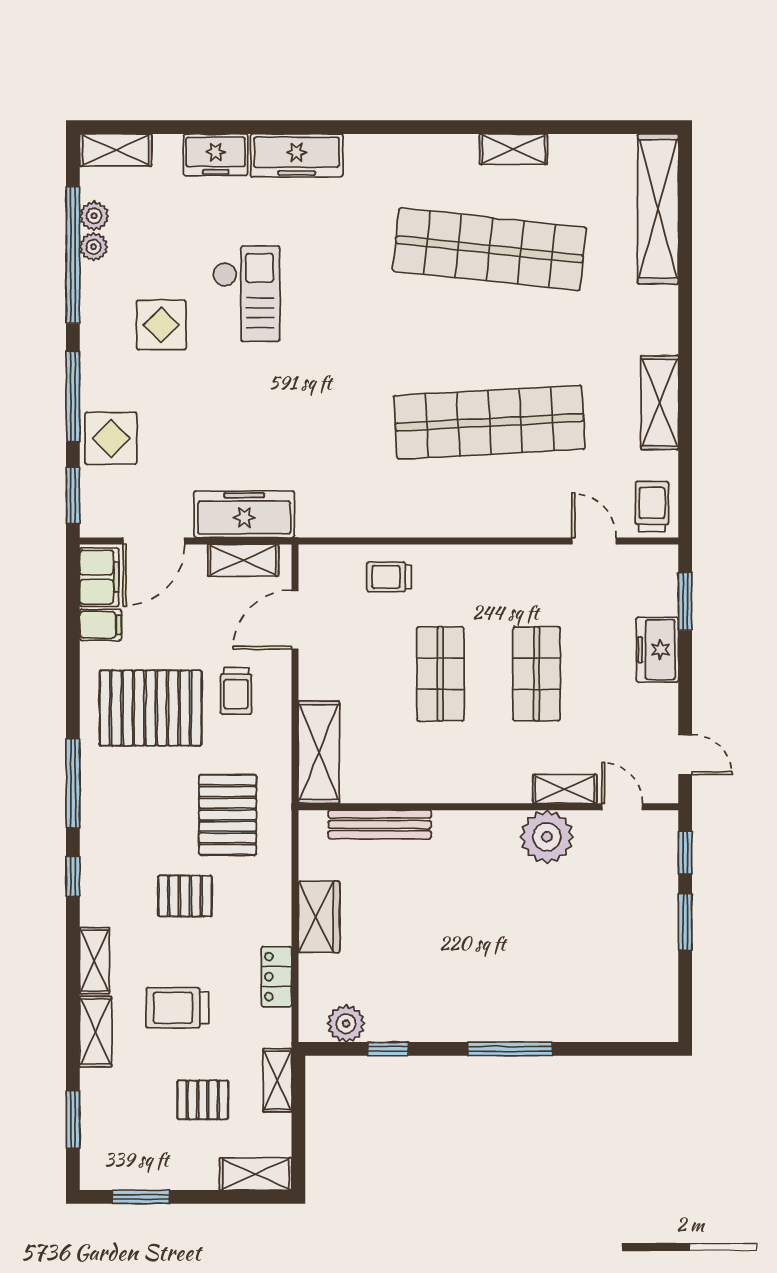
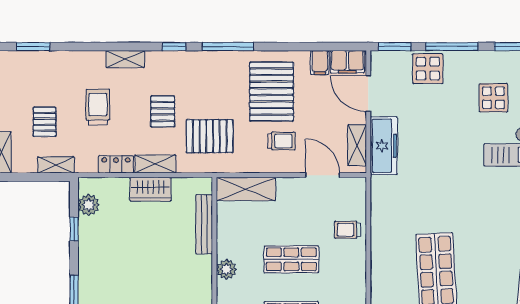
trolley: (389, 577) -> (347, 230), turned -90
trolley: (236, 691) -> (281, 141), turned 180
plant: (458, 786) -> (226, 269), added
shelving: (96, 1032) -> (155, 164), moved

